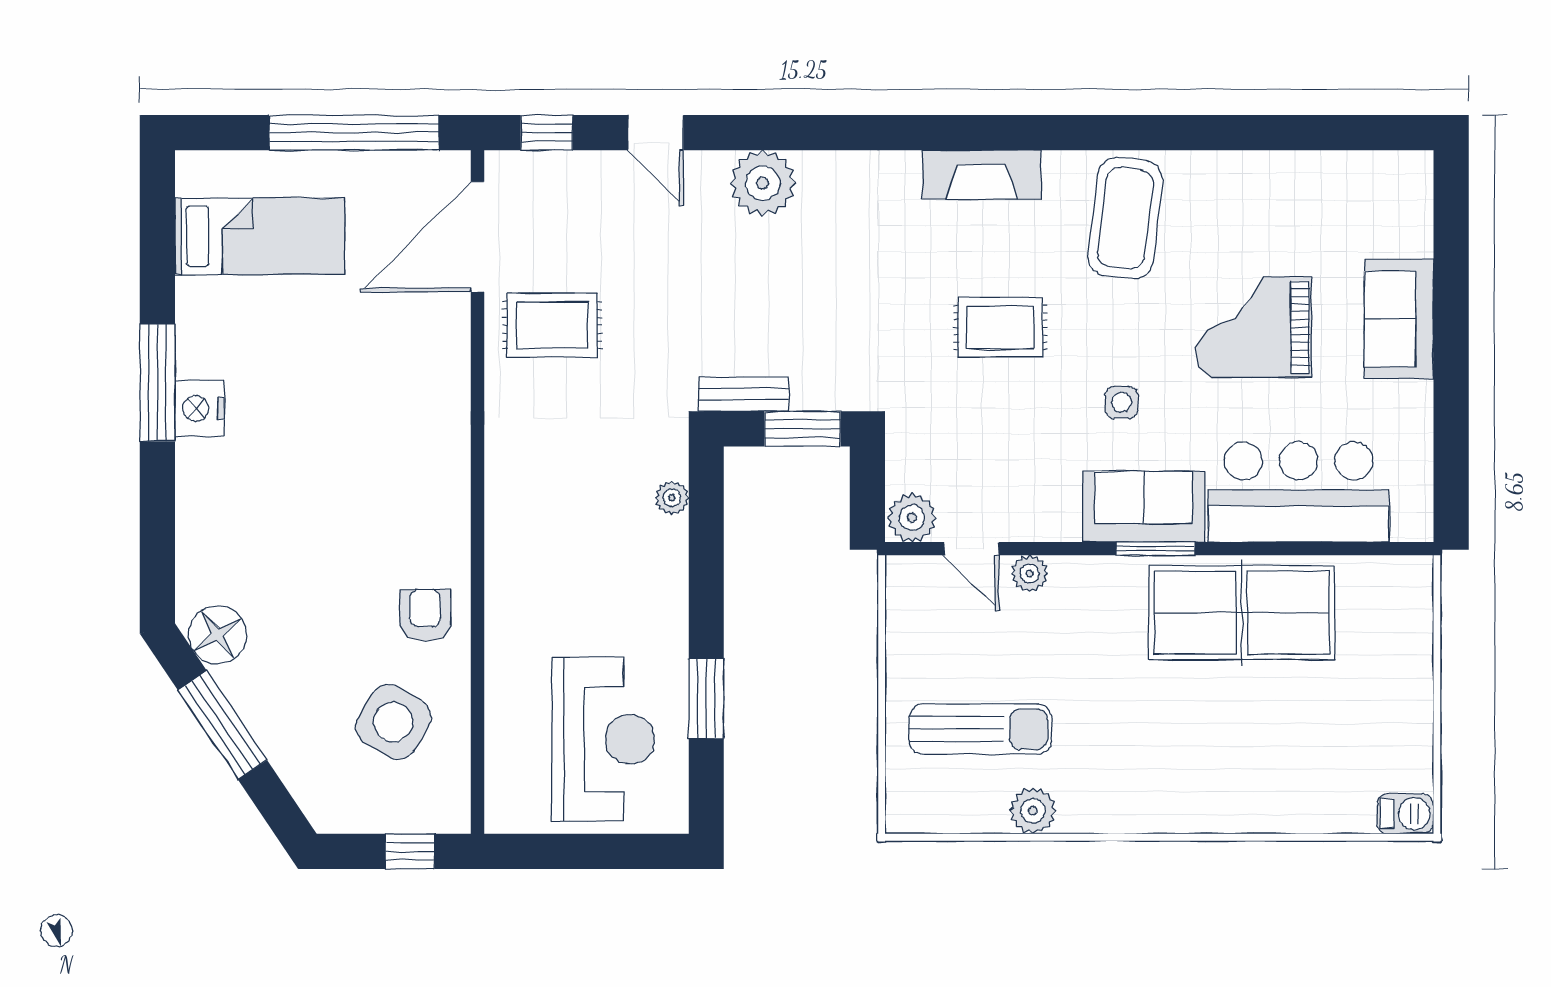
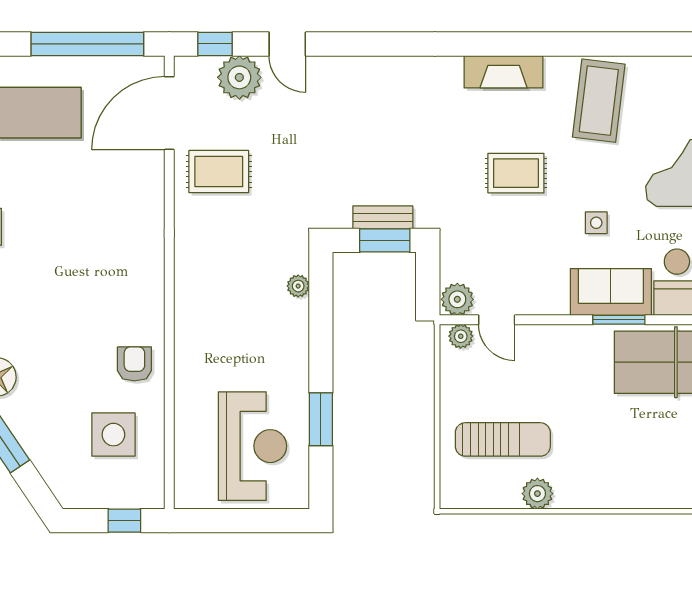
plant: (763, 183) -> (239, 77), moved
bench: (744, 394) -> (383, 217), moved
plant: (1030, 573) -> (461, 336), moved
side table: (393, 722) -> (113, 435), turned -30

